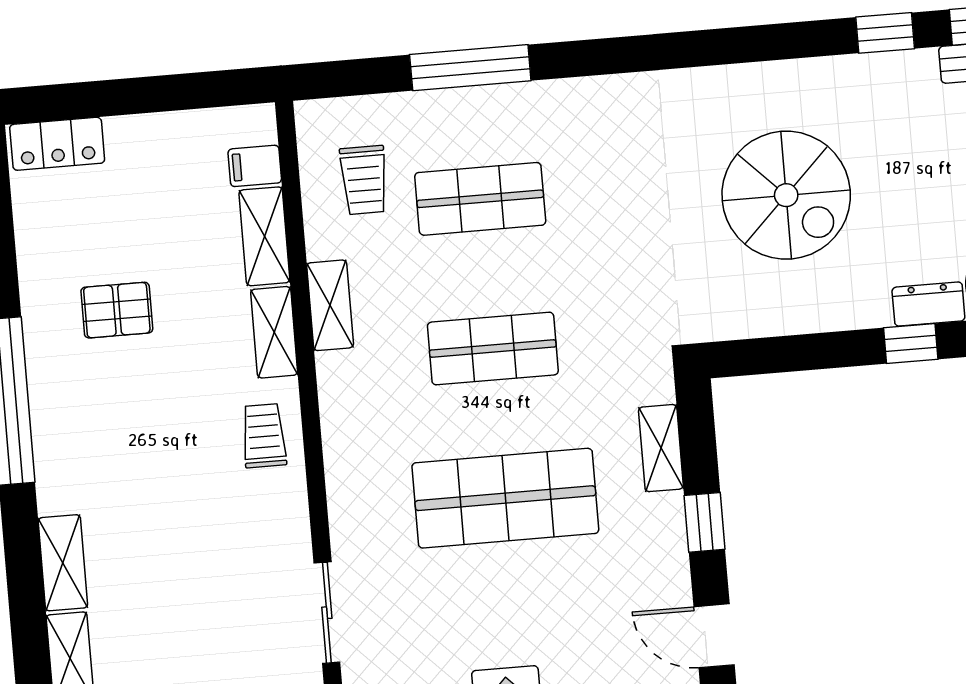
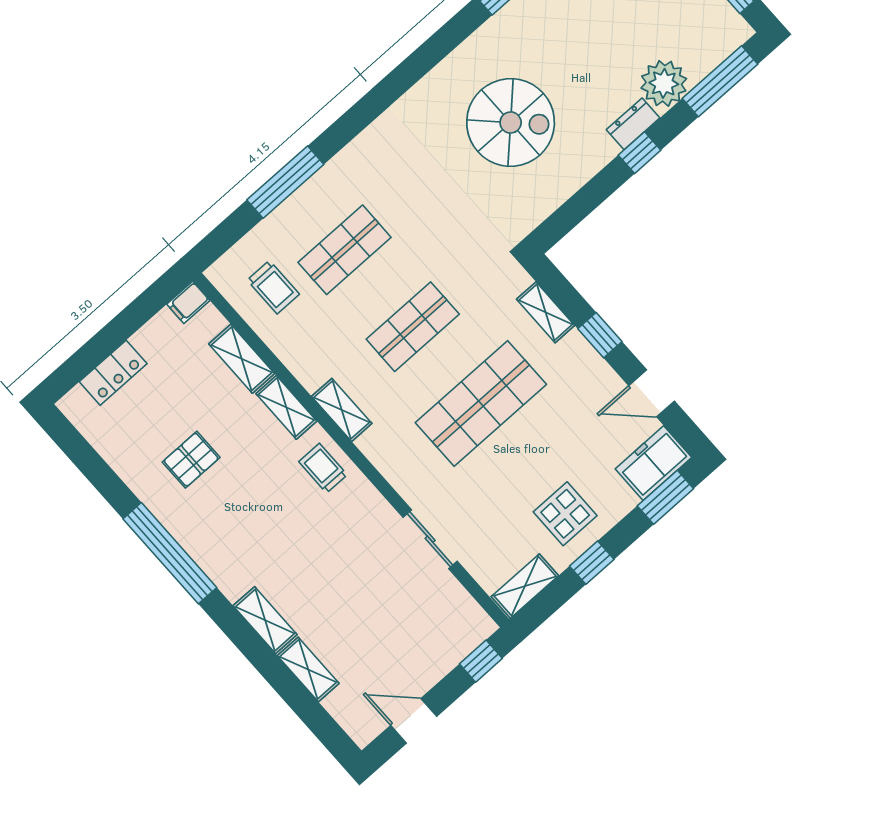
locker: (57, 144) -> (113, 373), moved
filing cabinet: (255, 166) -> (188, 302), moved
shelving: (330, 305) -> (342, 410), moved

